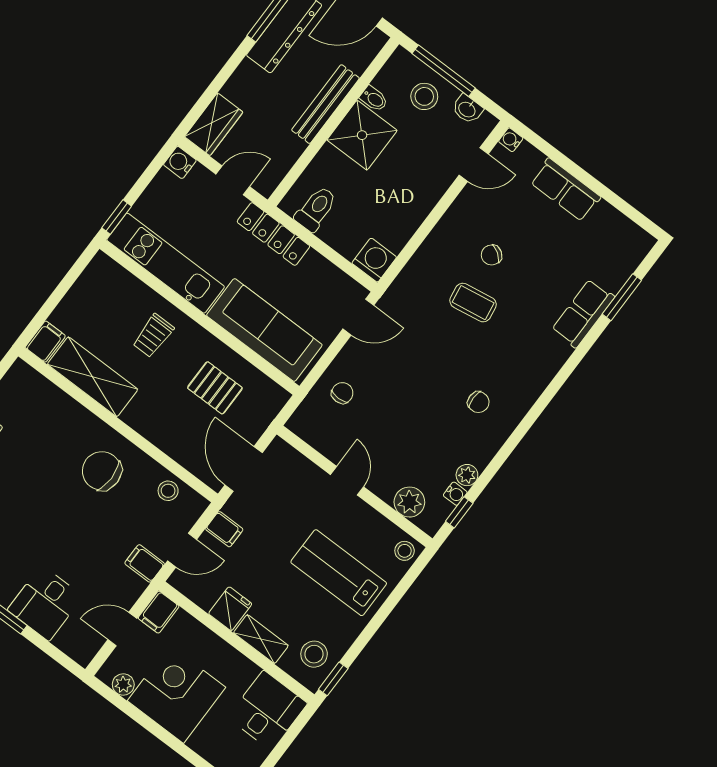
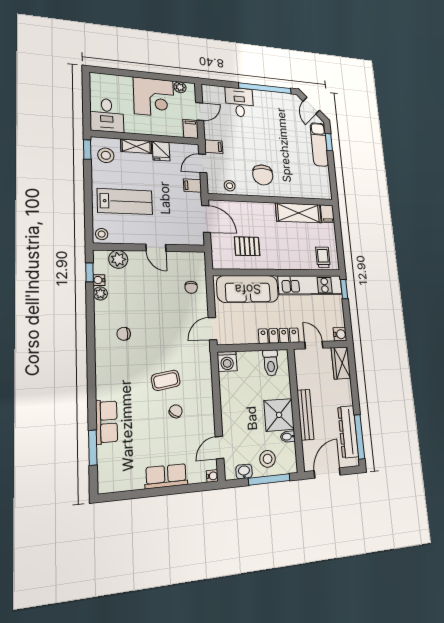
door: (233, 180) -> (314, 345), swing flipped
trolley: (153, 336) -> (323, 257), moved
chair: (102, 471) -> (263, 175), turned 90

